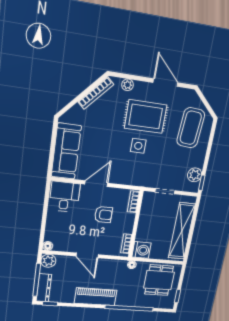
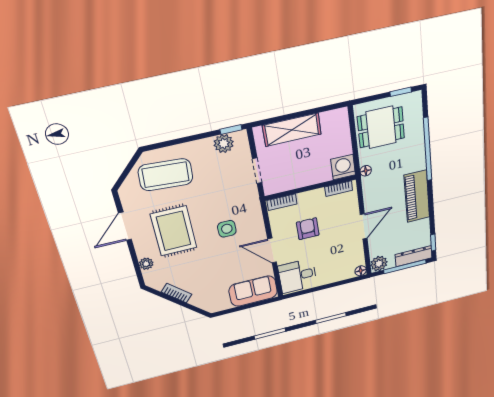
bookcase: (96, 93) -> (177, 293), width x0.64
side table: (138, 146) -> (227, 229), moved
sofa: (66, 151) -> (253, 291), width x0.73
shelving: (182, 231) -> (292, 130), width x0.68

